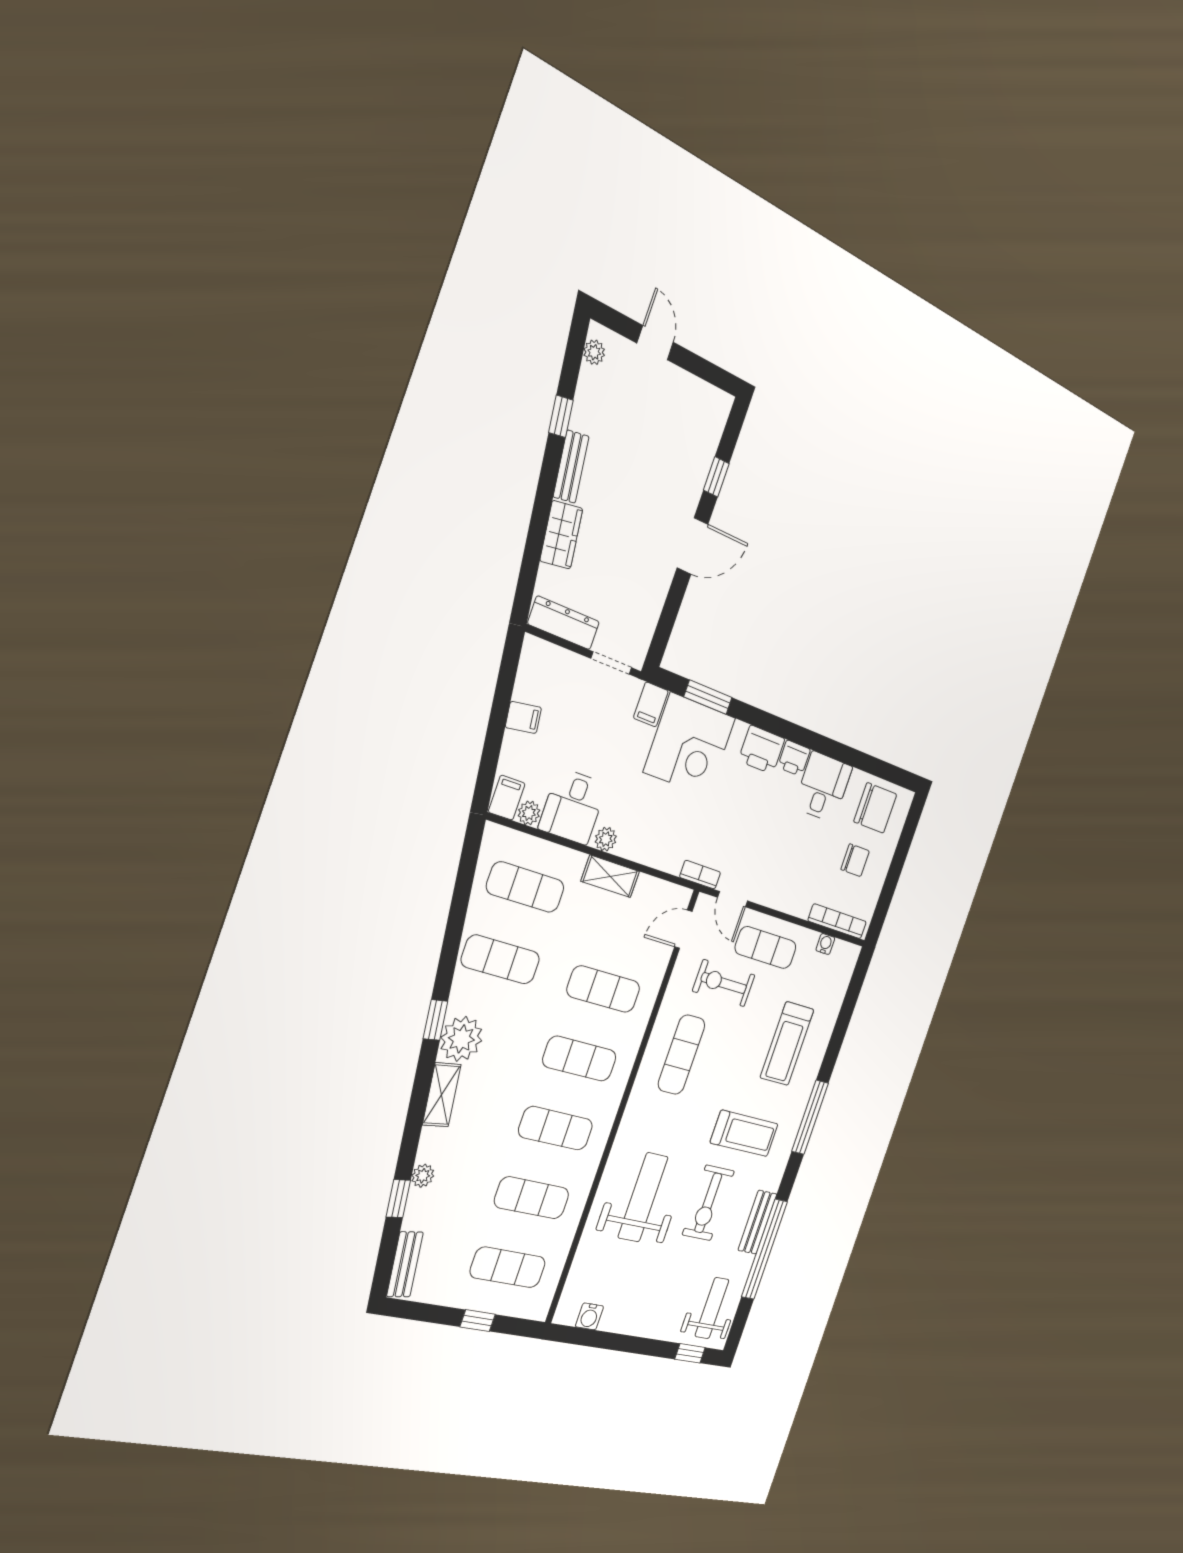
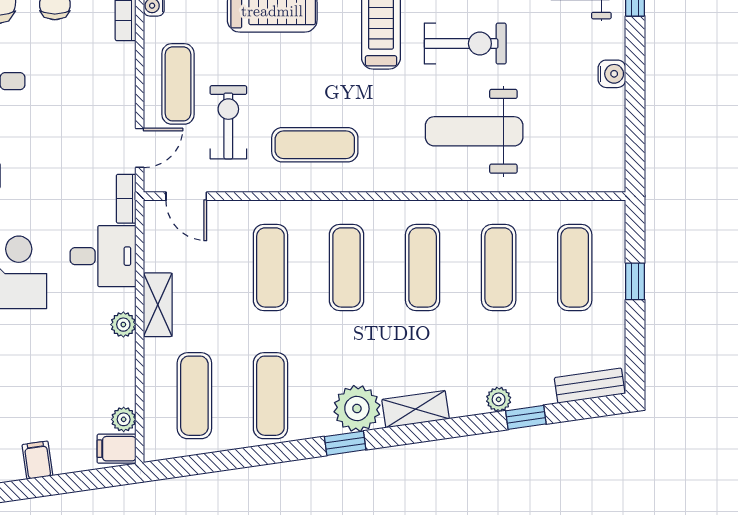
desk: (573, 806) -> (103, 256), moved
exercise bike: (724, 983) -> (228, 122), turned 180
water cooler: (589, 1316) -> (612, 74), moved

